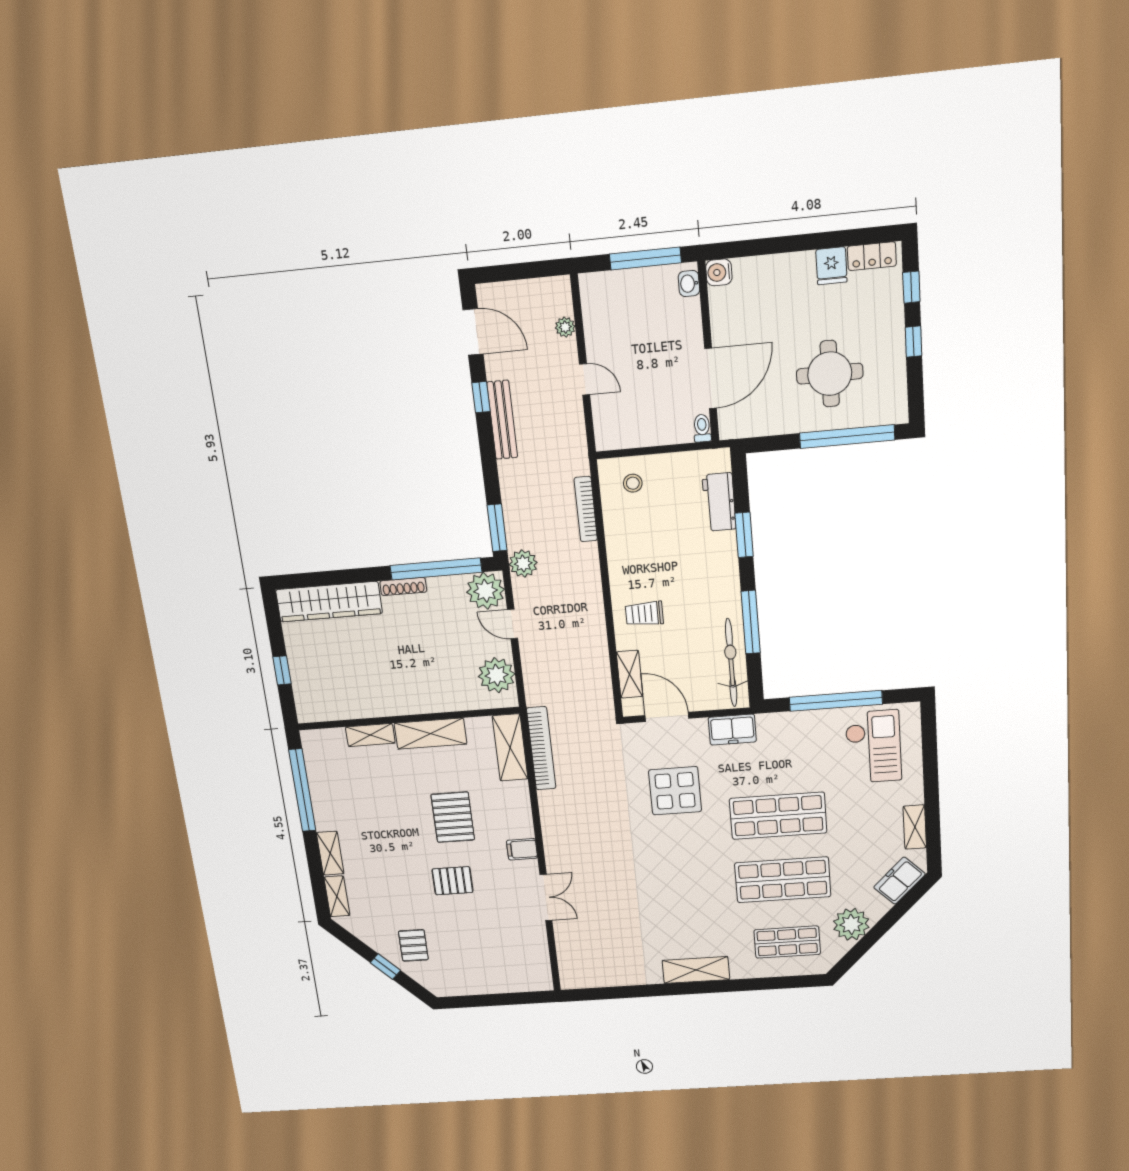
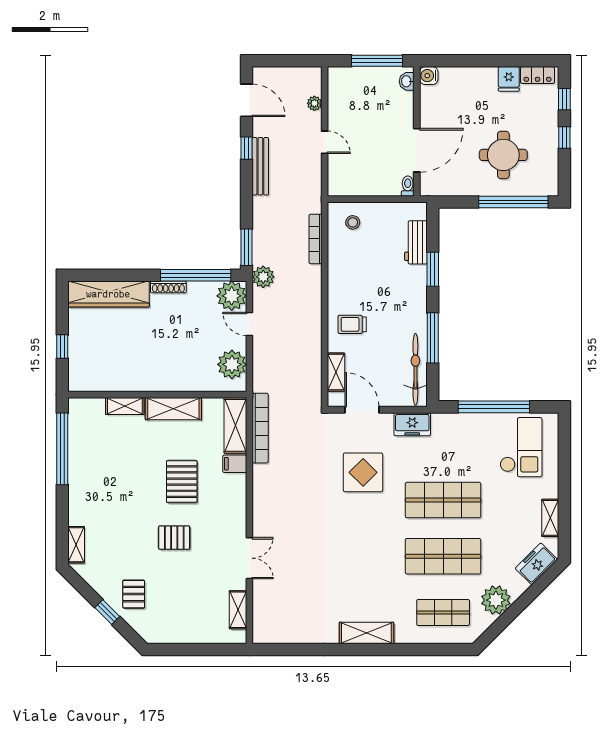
filing cabinet: (522, 849) -> (235, 464), moved
shelving: (330, 853) -> (238, 610), moved

